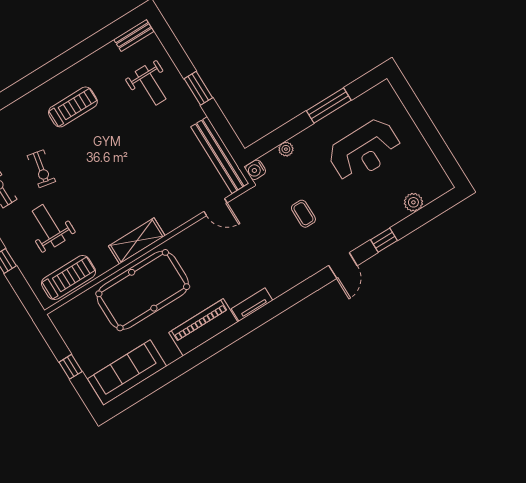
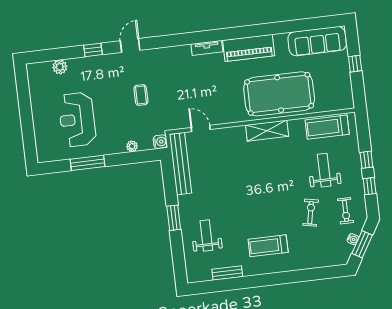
bench: (134, 35) -> (227, 273), moved
reception desk: (364, 150) -> (77, 120), turned -90
weight bench: (49, 226) -> (324, 170), turned 180

